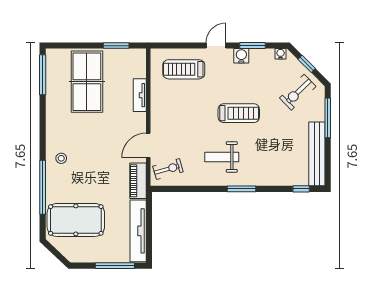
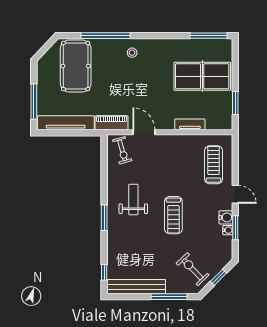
water cooler: (281, 54) -> (228, 230), moved

